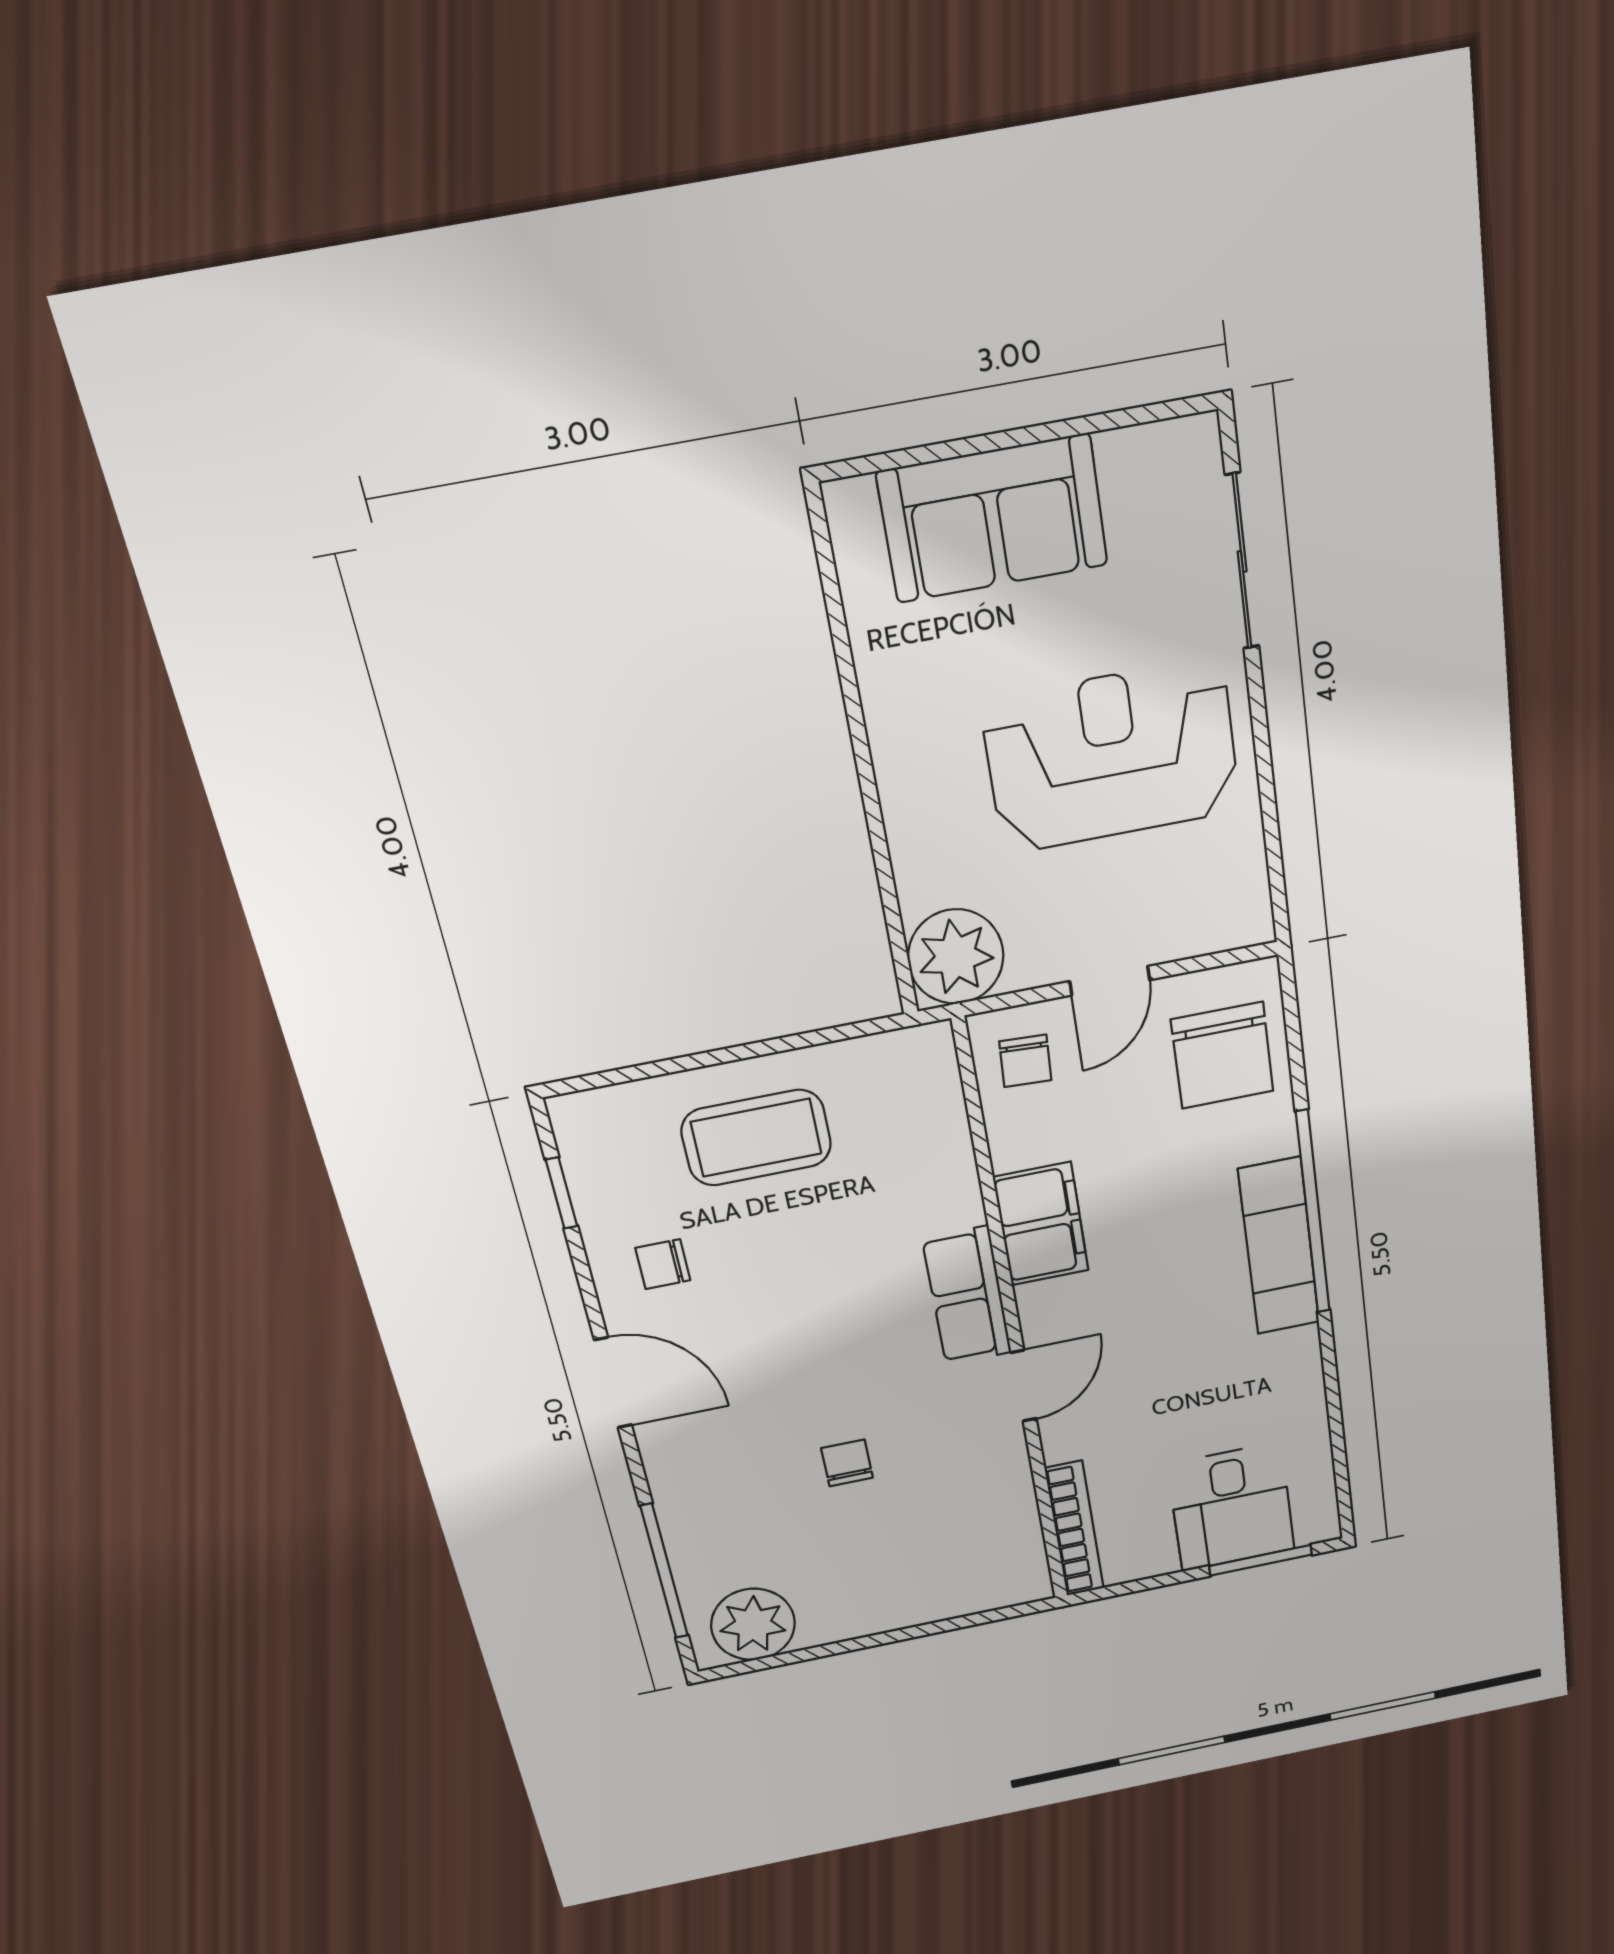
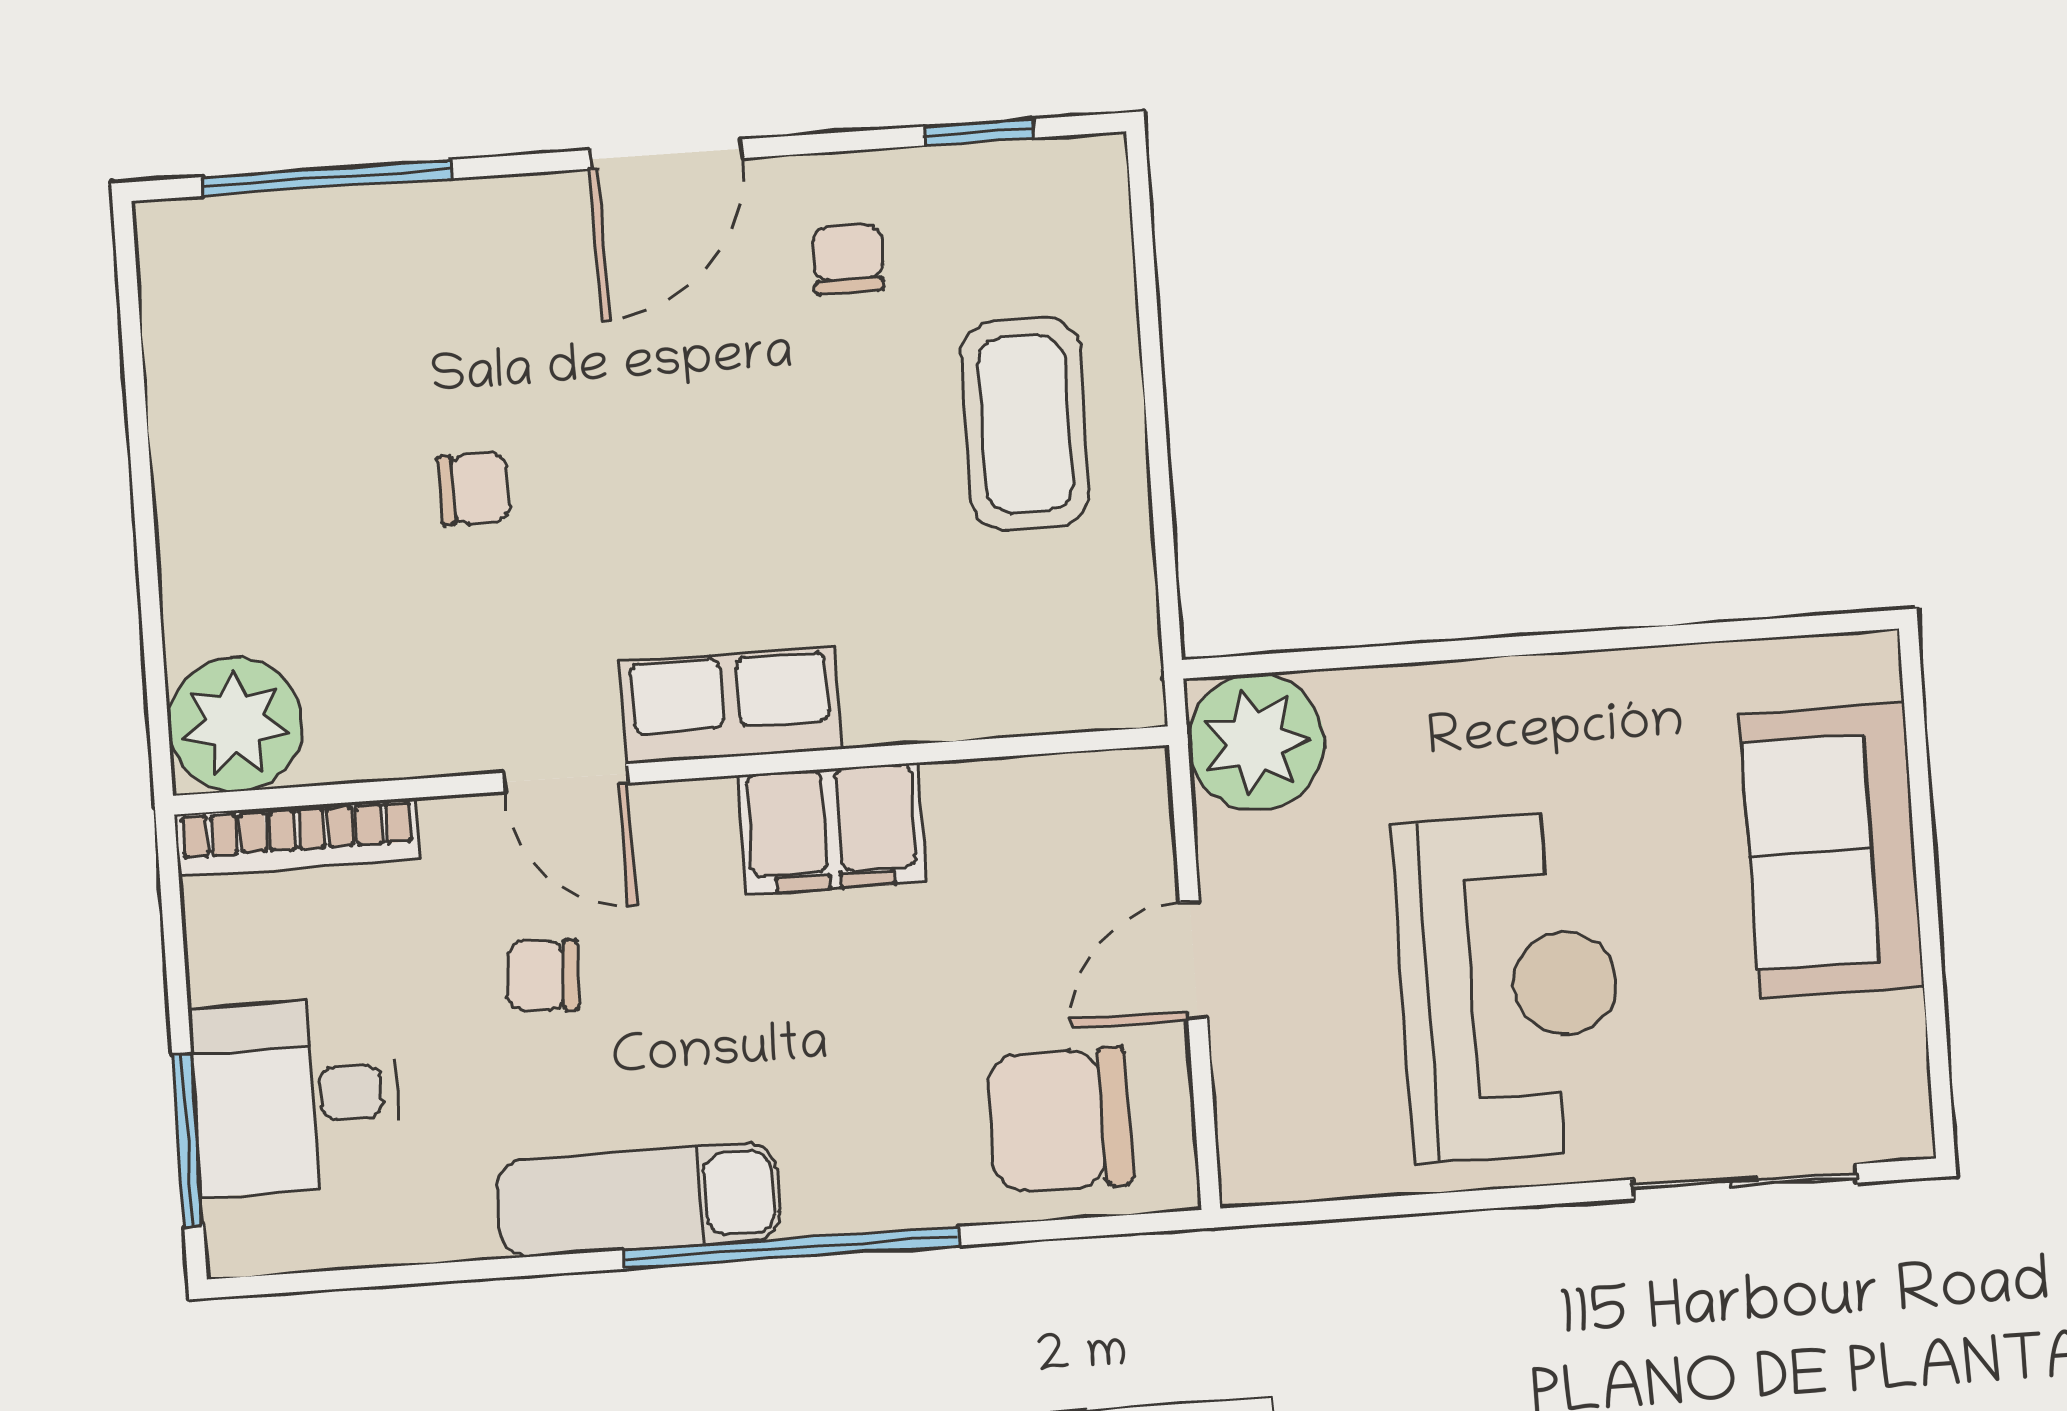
door: (1110, 981) -> (1193, 960), hinge flipped
chair: (1025, 1061) -> (543, 975), moved
exam couch: (1279, 1246) -> (639, 1200), moved
plant: (753, 1624) -> (235, 724), moved

